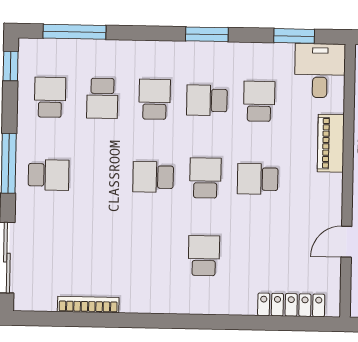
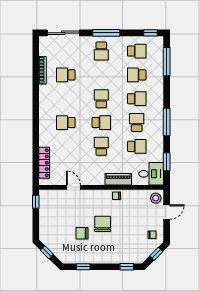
window: (207, 34) -> (167, 122), width x1.44
school desk: (99, 254) -> (66, 75), added
school desk: (204, 256) -> (66, 123), turned 180

